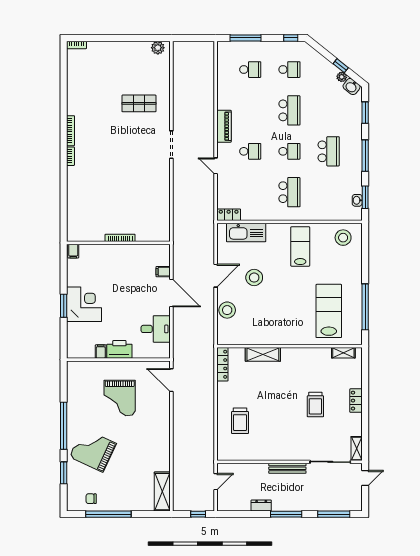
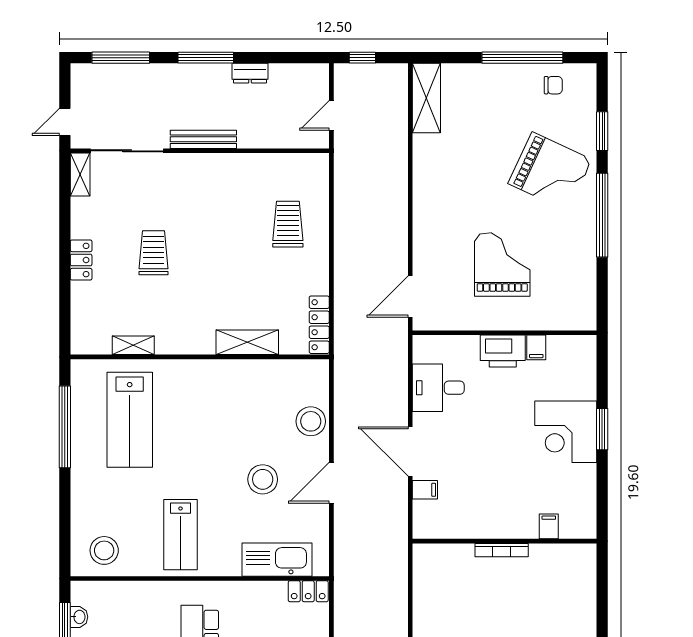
filing cabinet: (73, 251) -> (549, 526), moved
shelving: (343, 353) -> (133, 345), moved
door: (171, 380) -> (410, 296), swing flipped

